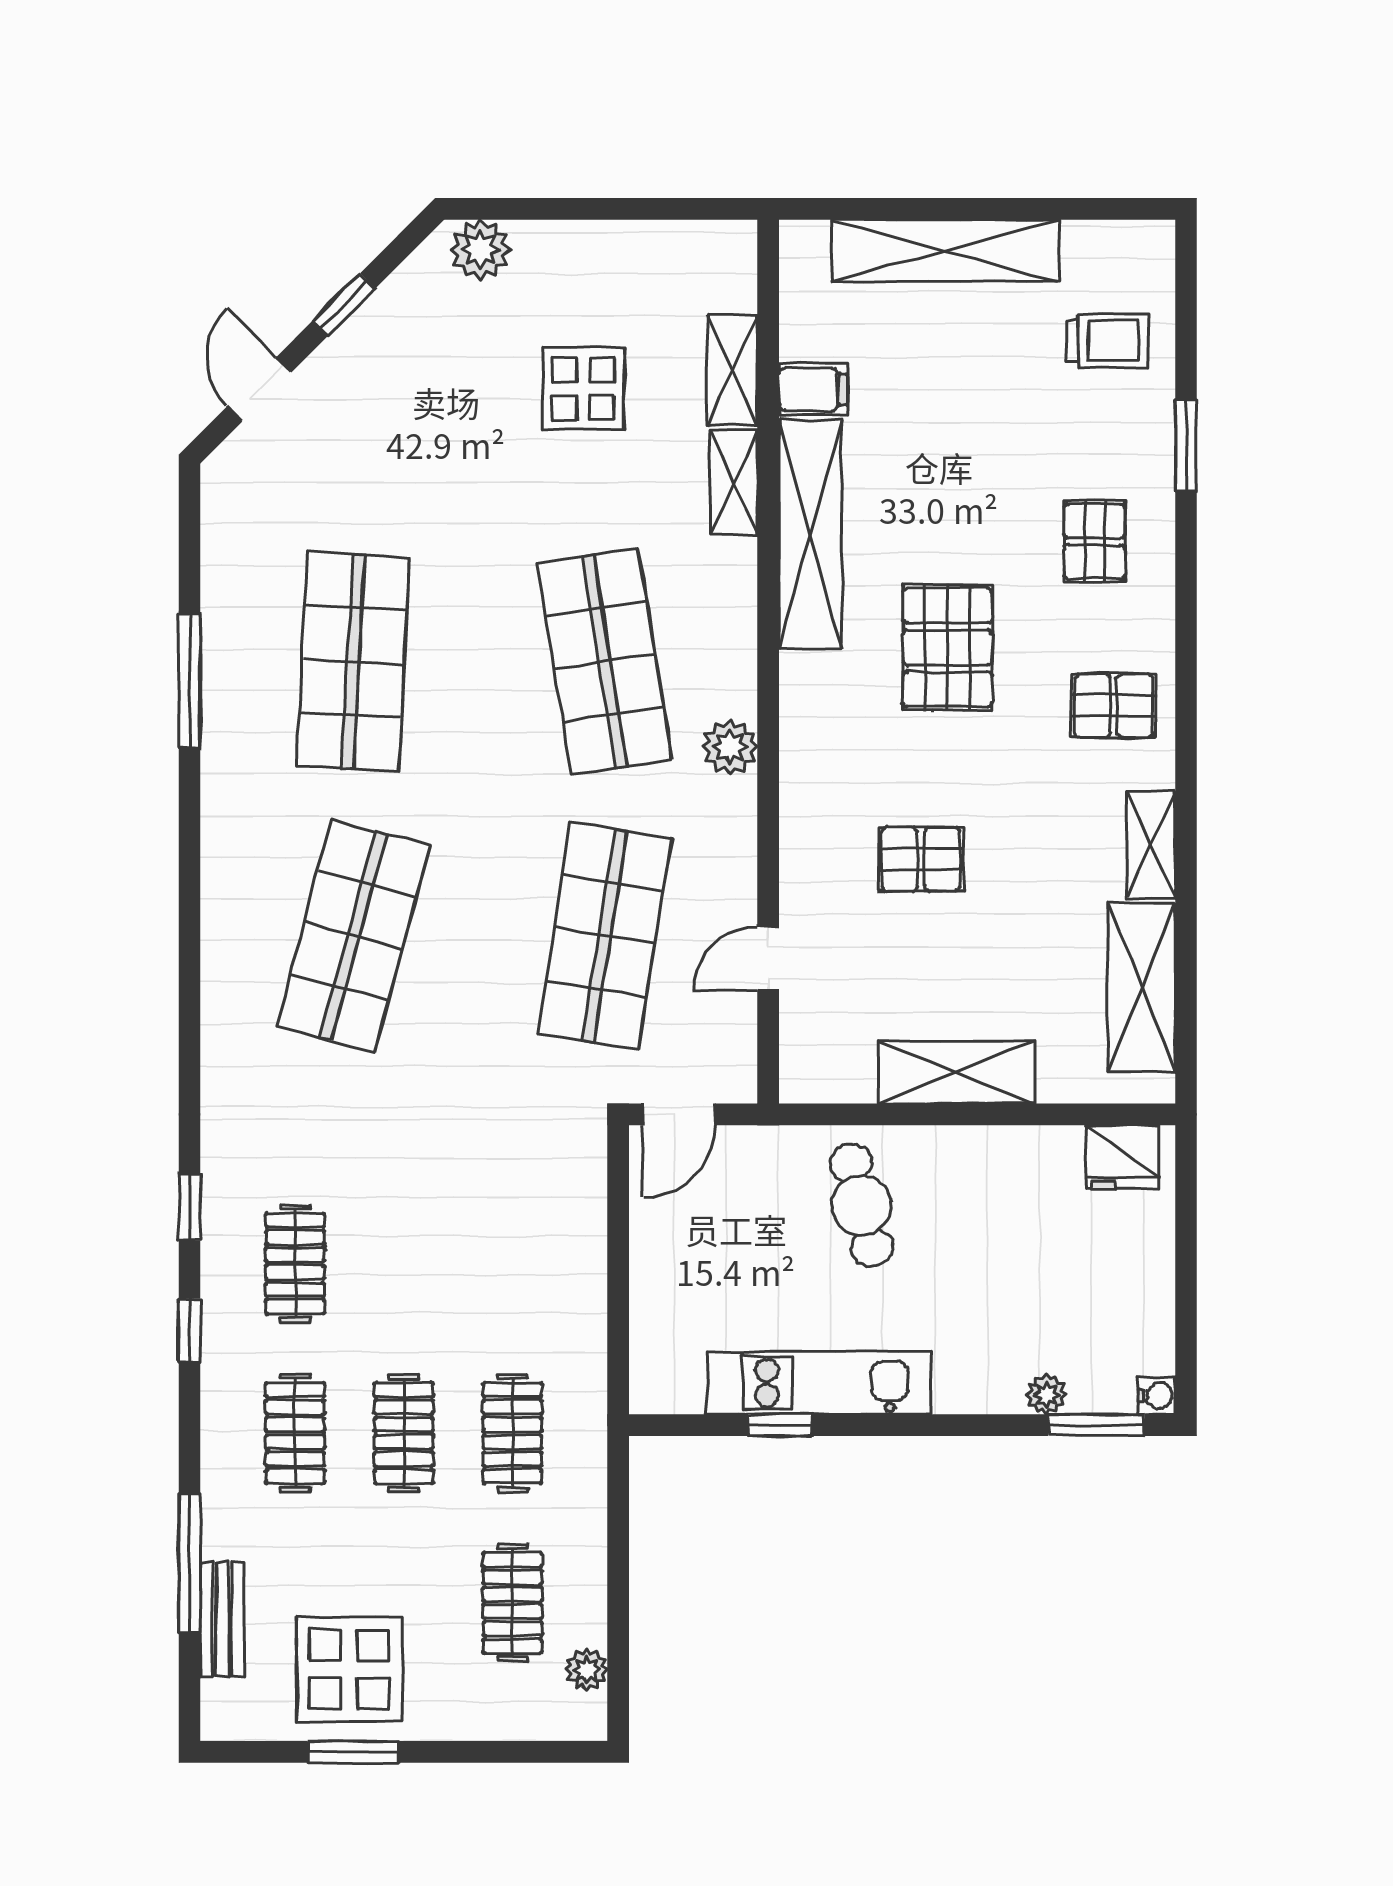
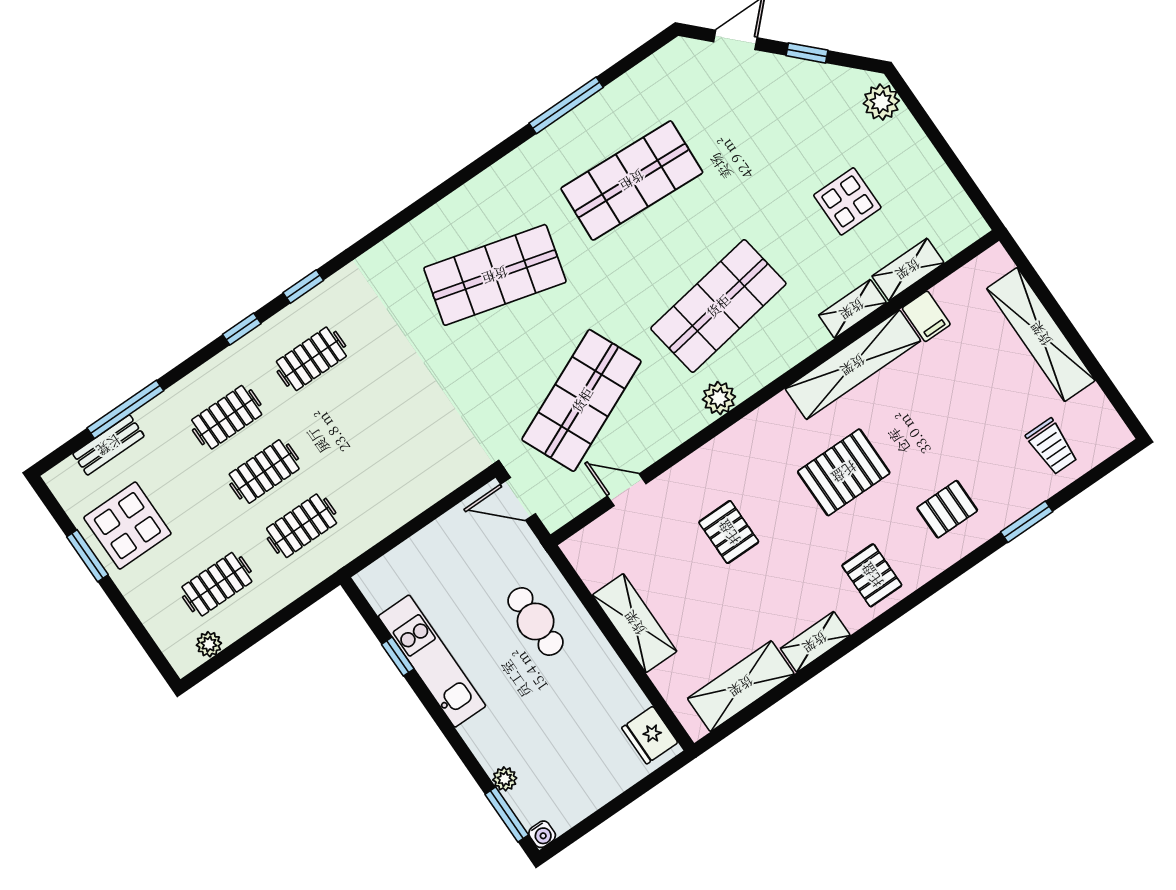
shop shelf: (604, 936) -> (582, 400), turned -33
cafe table: (861, 1205) -> (536, 621), turned -76

